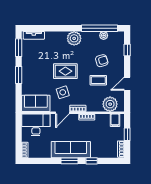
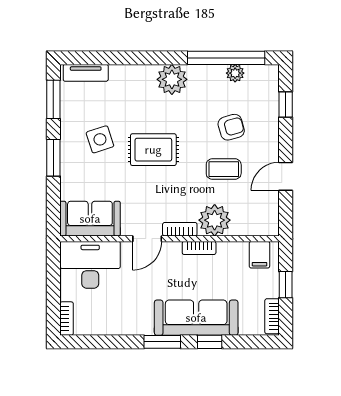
side table: (63, 92) -> (100, 139), moved
plant: (110, 104) -> (215, 220), moved
sofa: (71, 150) -> (196, 318), moved

